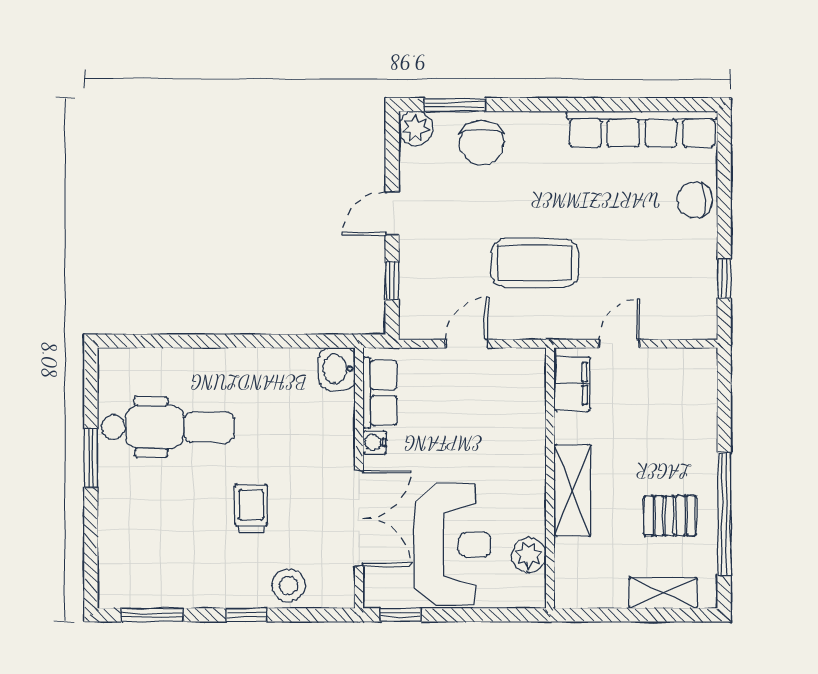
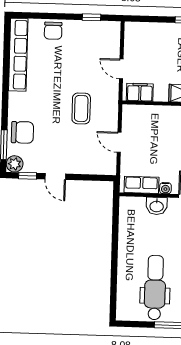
coffee table: (535, 263) -> (81, 108), width x0.73, depth x0.76
window: (392, 281) -> (28, 176), moved
washbasin: (337, 369) -> (157, 206), moved

